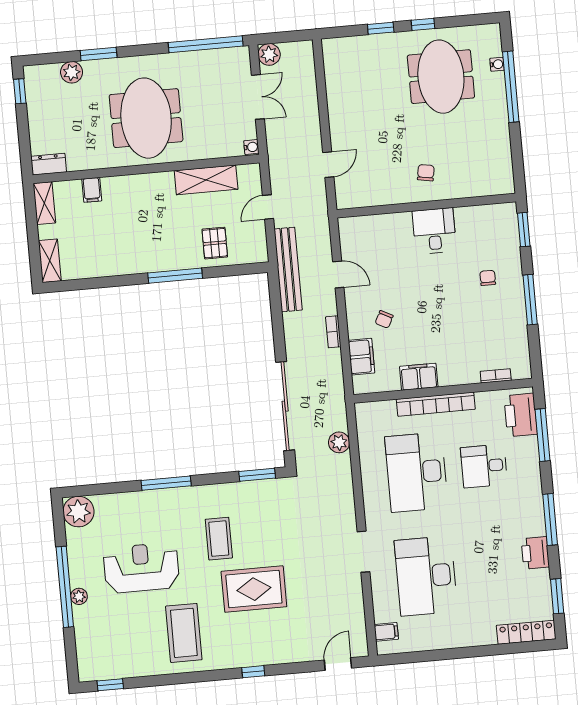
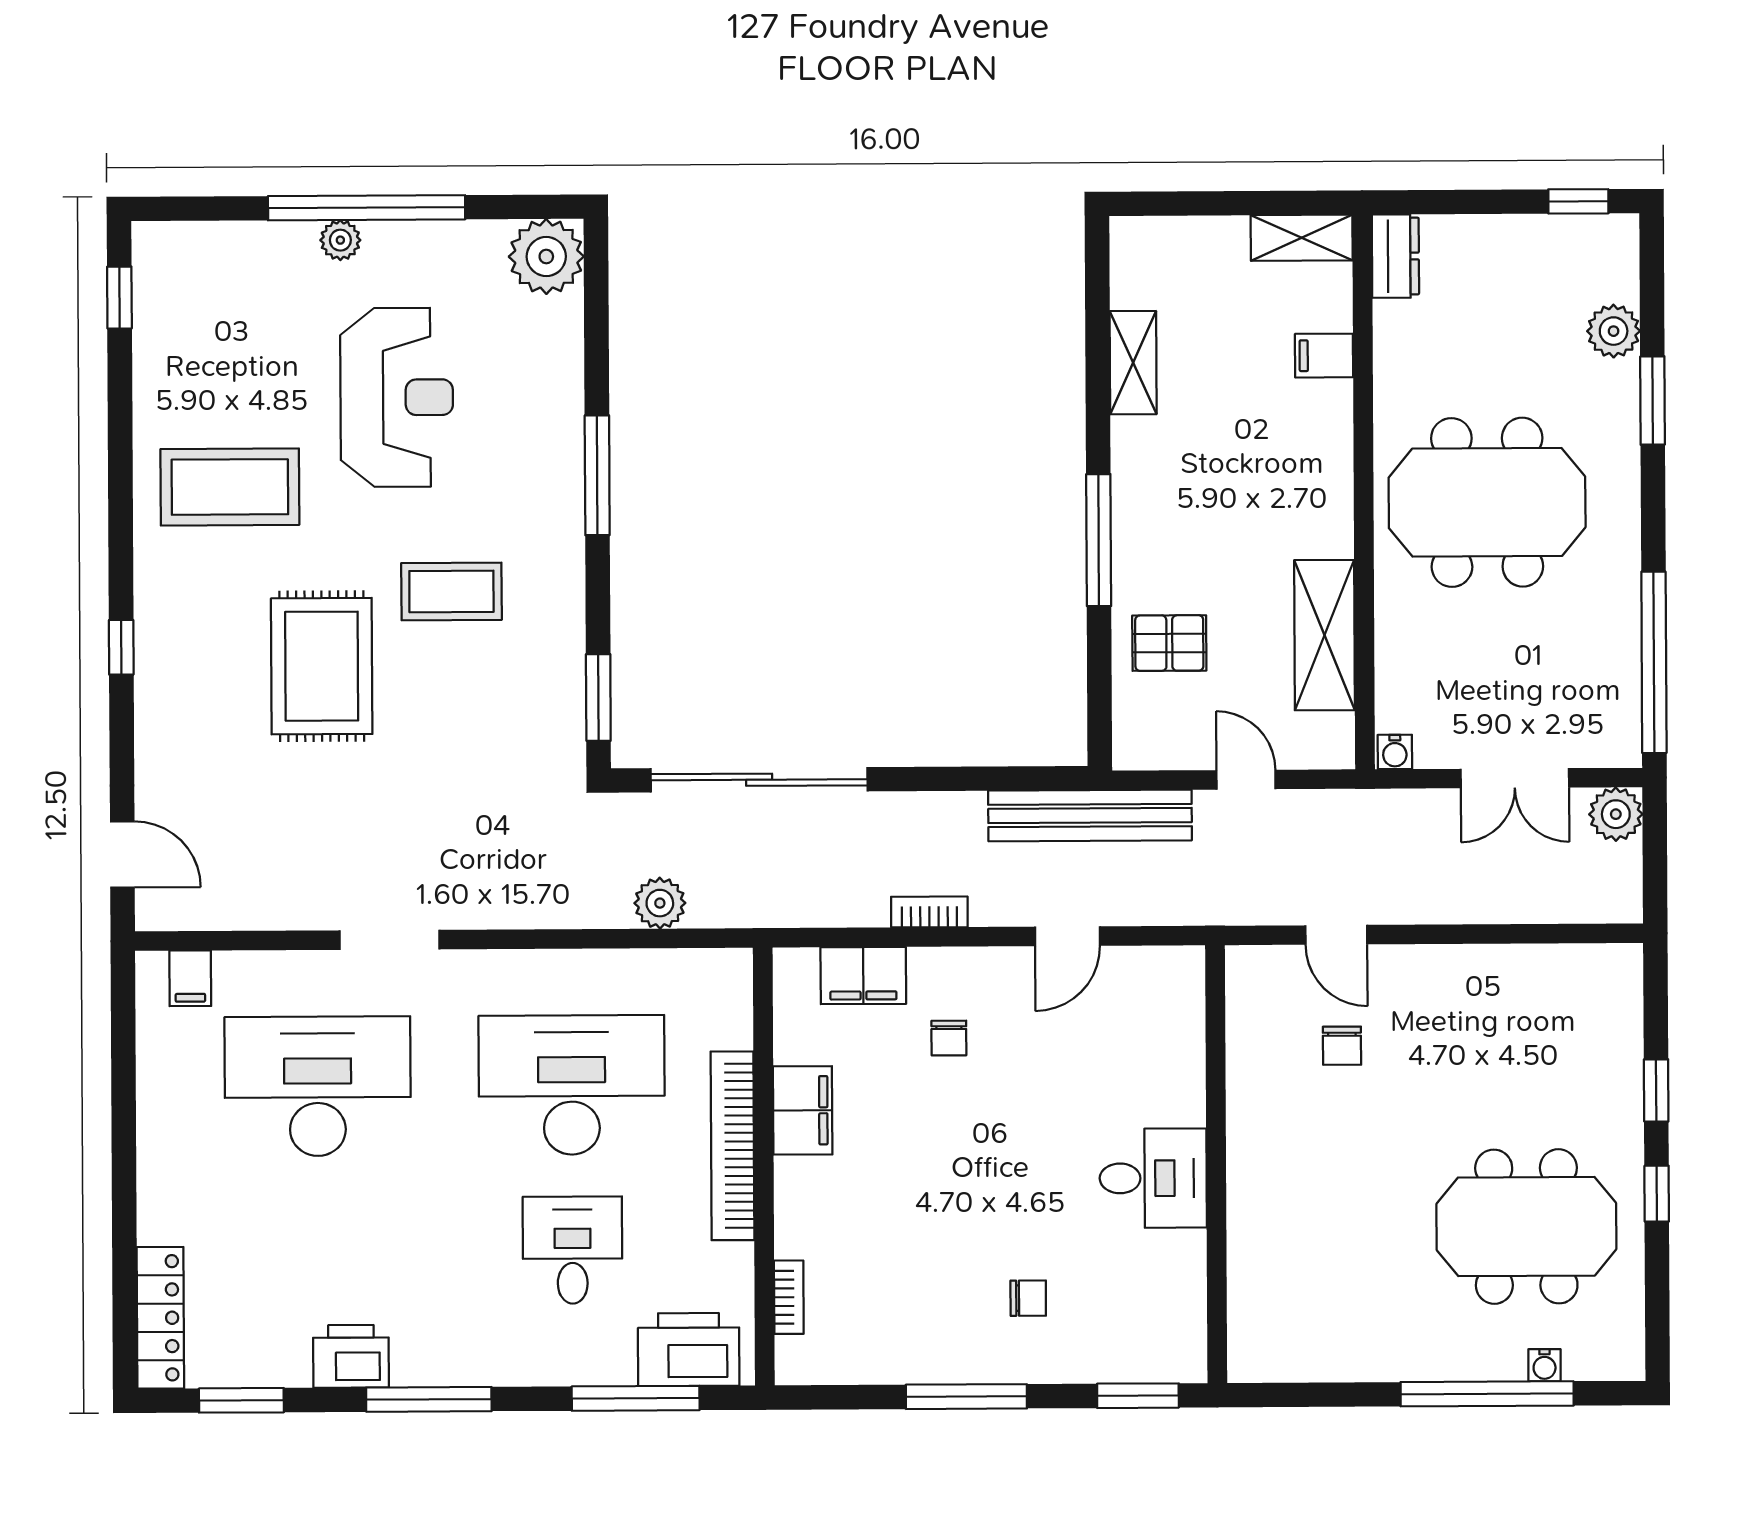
chair: (426, 173) -> (1342, 1046), moved, turned 80
shelving: (50, 261) -> (1133, 363), moved, turned 90
chair: (384, 319) -> (949, 1038), turned -117

